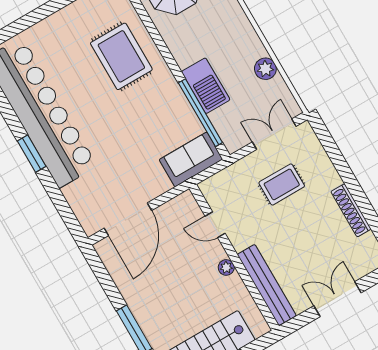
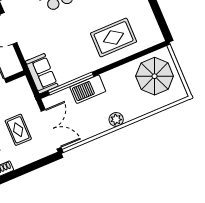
plant: (265, 69) -> (116, 119), moved
double door: (274, 134) -> (51, 129), width x1.37

